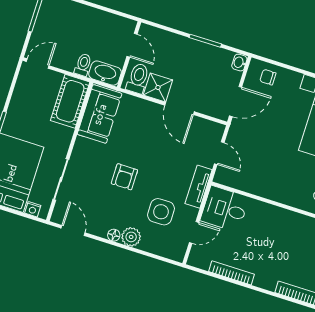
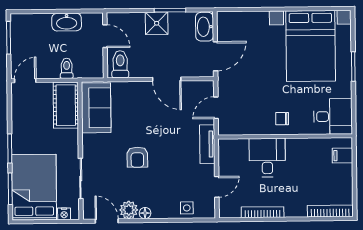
washbasin: (239, 63) -> (205, 27), width x1.91, depth x1.45
washbasin: (105, 73) -> (67, 22), moved, turned 180
chair: (268, 77) -> (282, 119), moved
shower: (158, 87) -> (157, 23), moved
door: (219, 153) -> (216, 108), swing flipped
desk: (225, 209) -> (267, 158), moved, turned 90
side table: (161, 212) -> (187, 208), moved, width x0.54, depth x0.54
plant: (131, 237) -> (129, 210), moved

